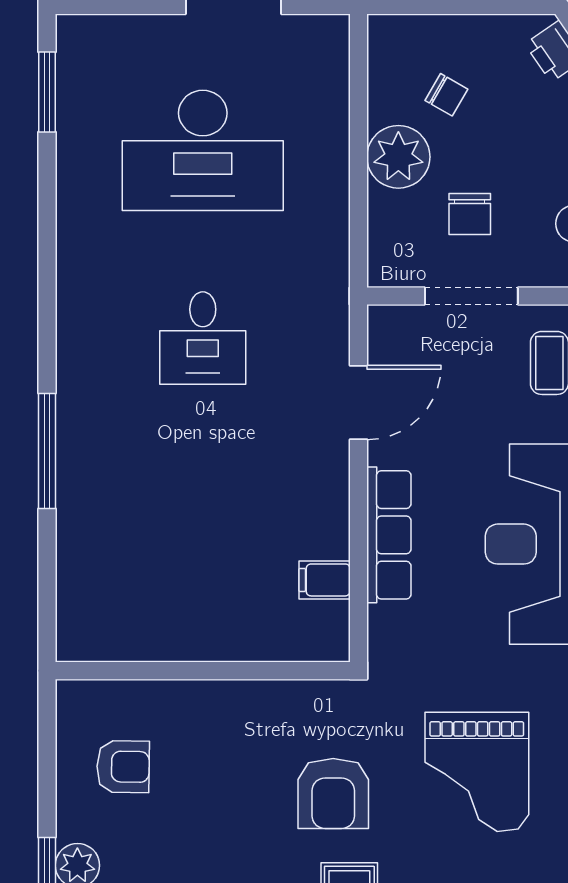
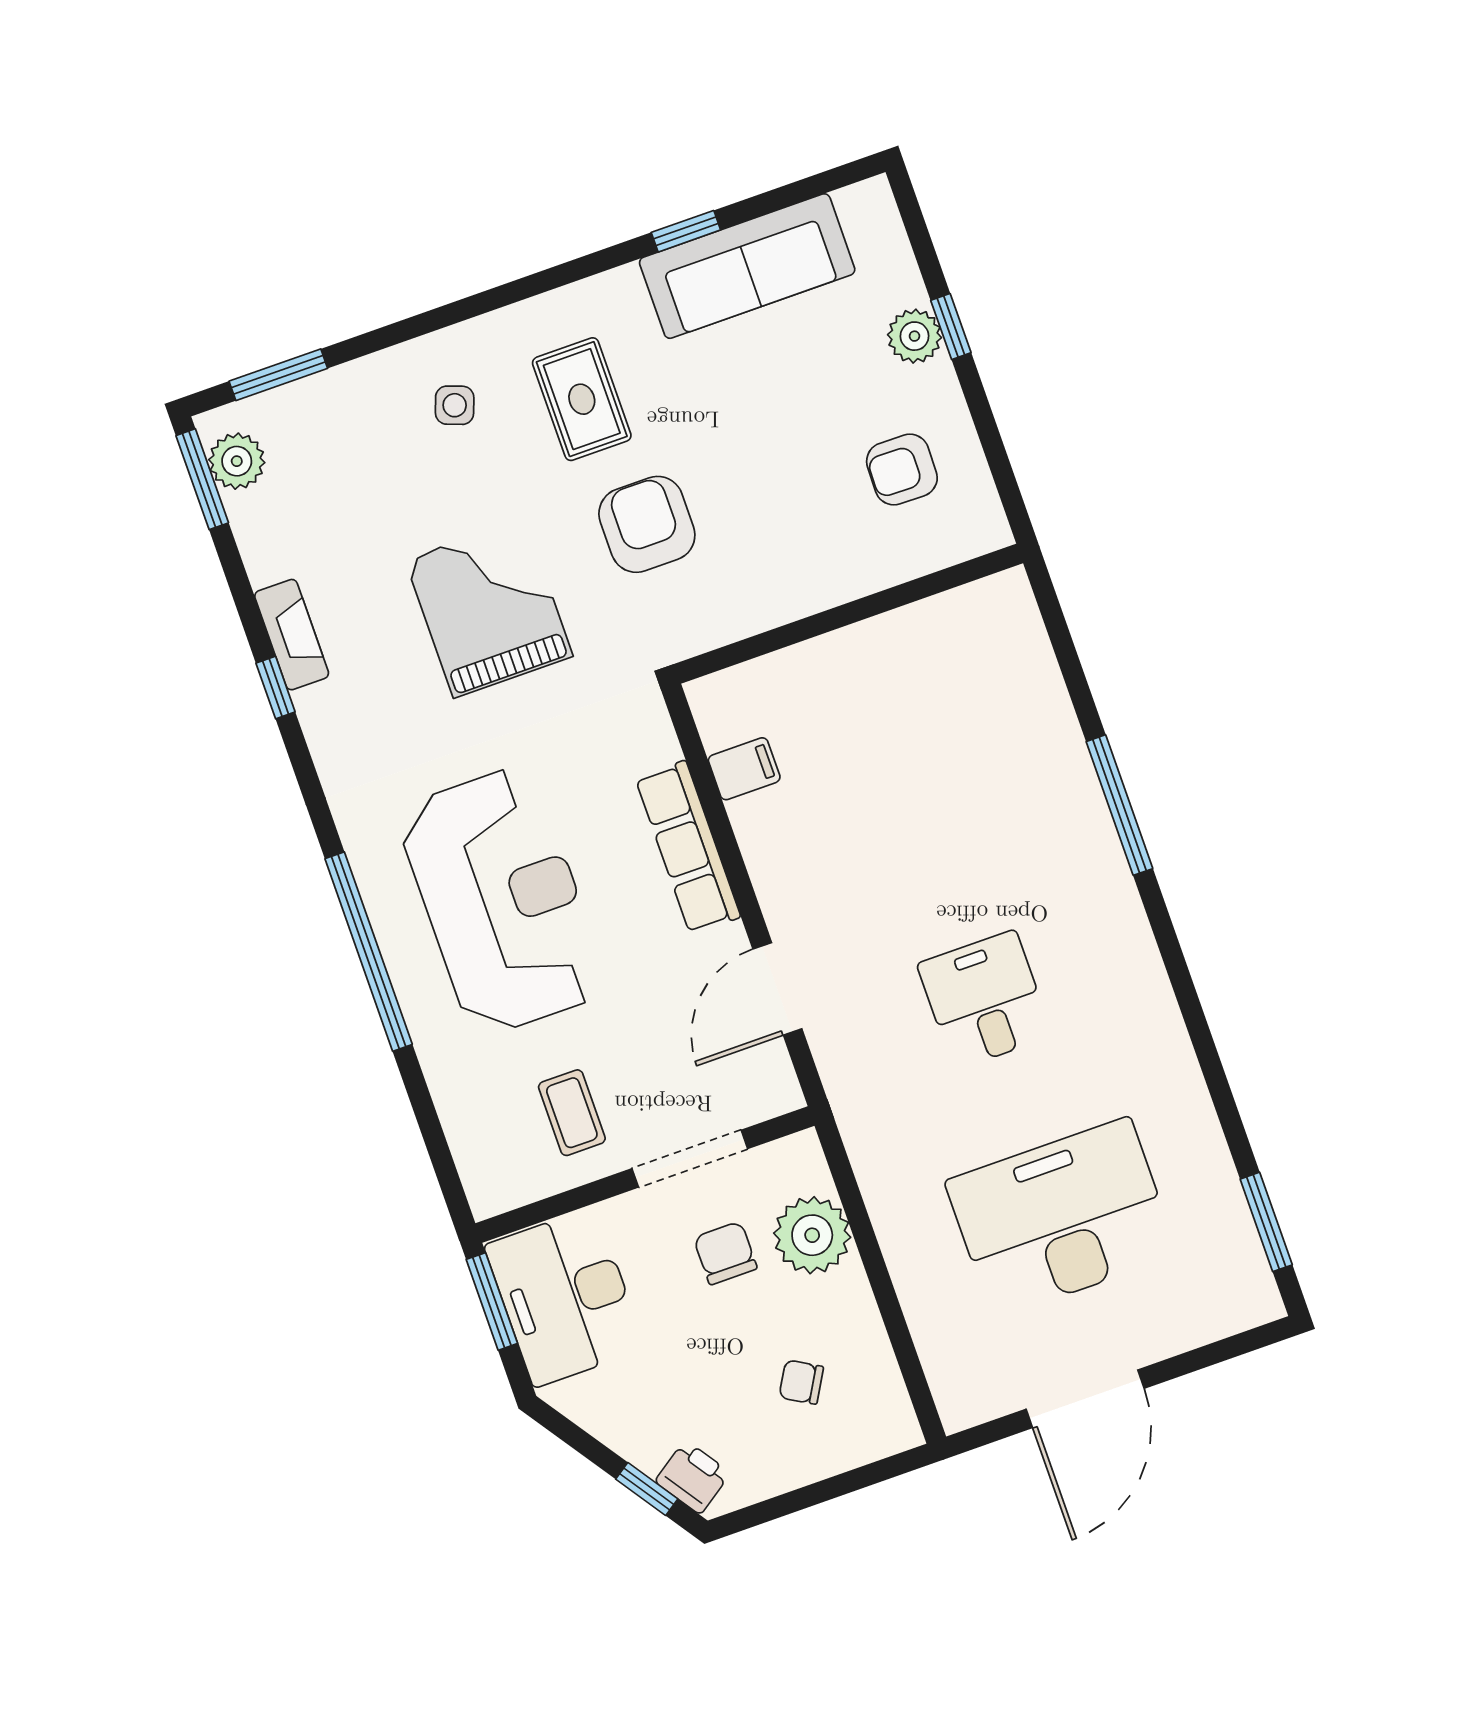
plant: (398, 157) -> (812, 1235), moved

